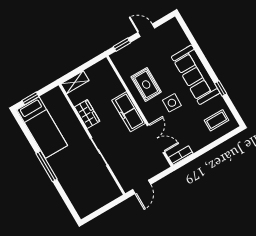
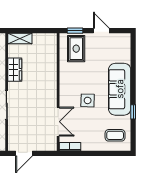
rug: (146, 84) -> (76, 49), moved
freezer: (129, 112) -> (49, 87), removed

